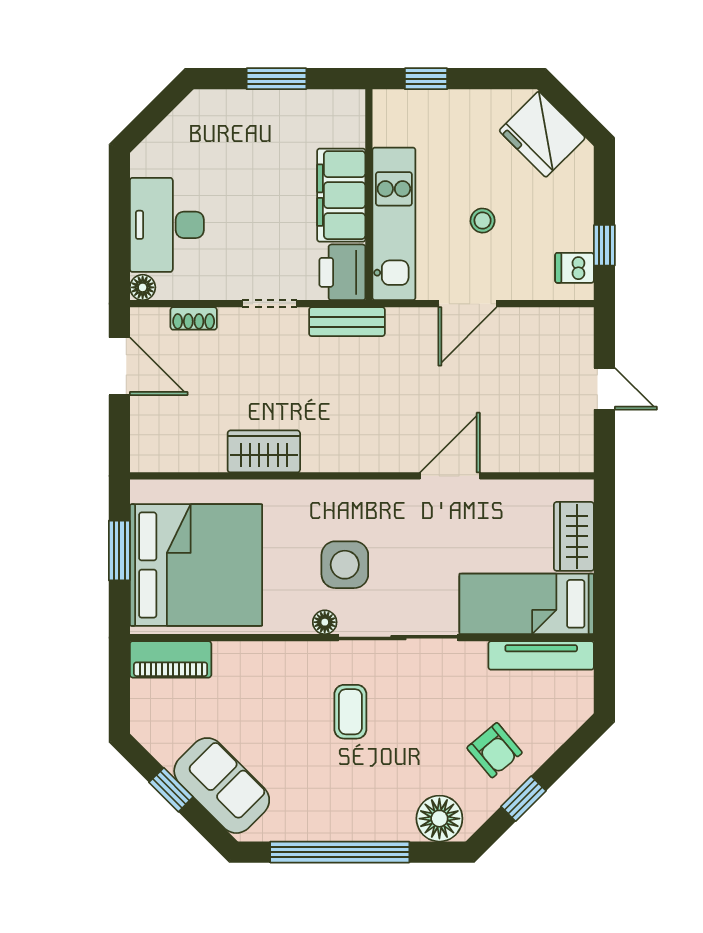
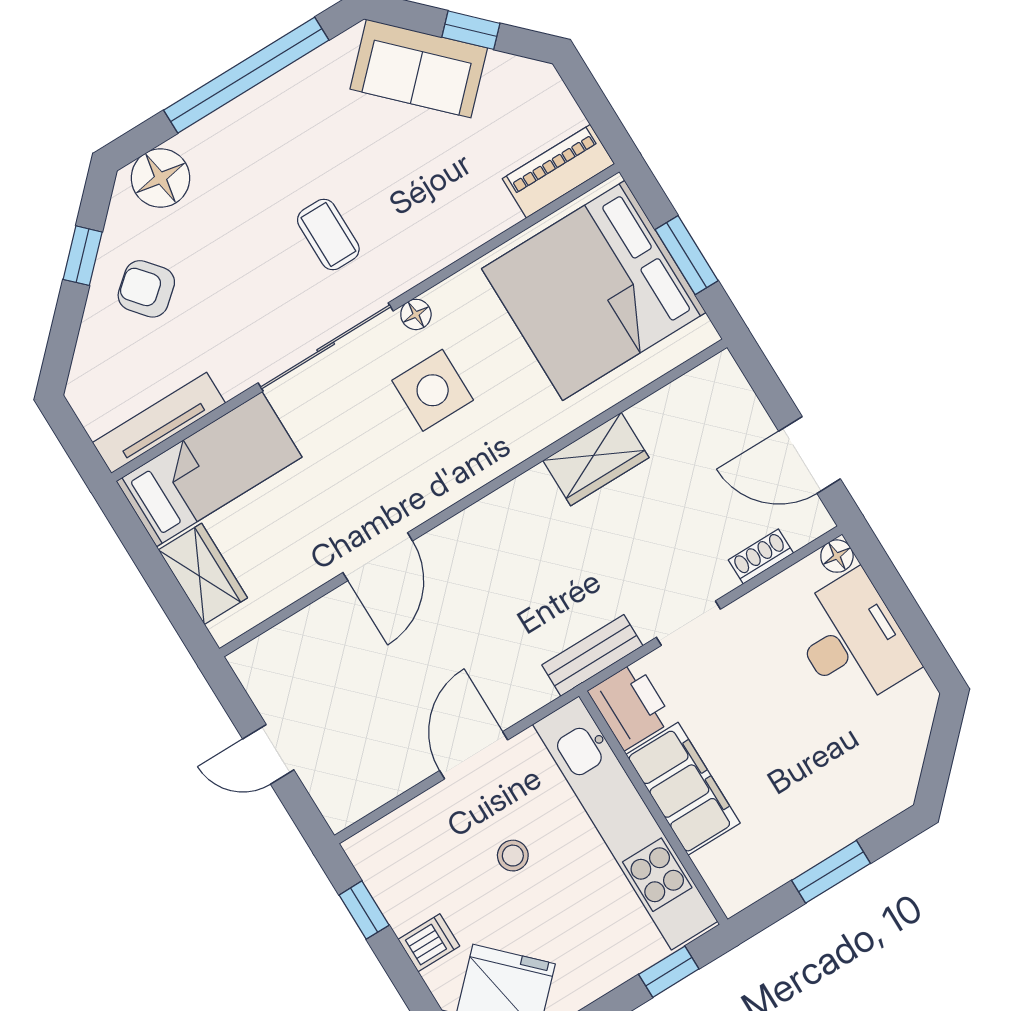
kitchen unit: (394, 224) -> (625, 823), width x1.36
dishwasher: (575, 268) -> (429, 943), moved

